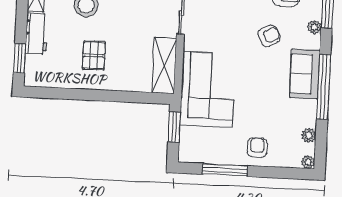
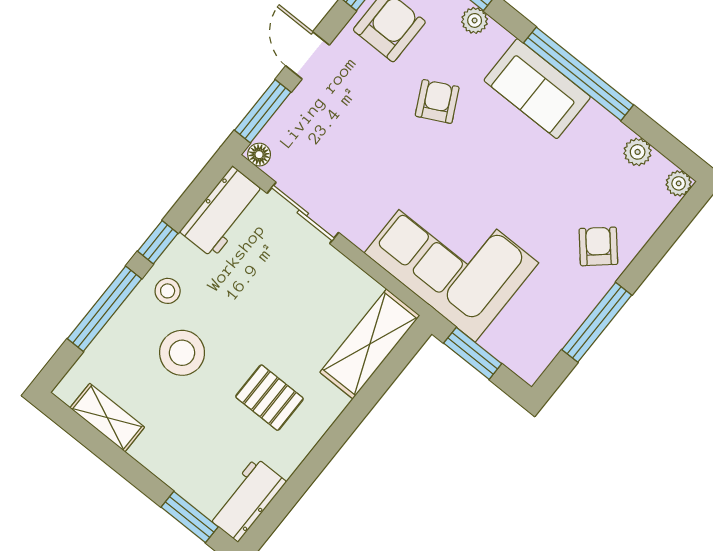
workbench: (36, 33) -> (247, 500), moved, turned -90
shelving: (164, 65) -> (370, 344), moved, turned 90
armchair: (257, 148) -> (598, 246), turned 49

